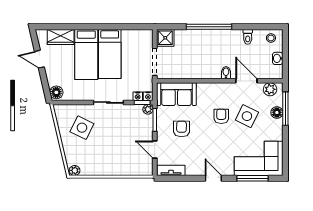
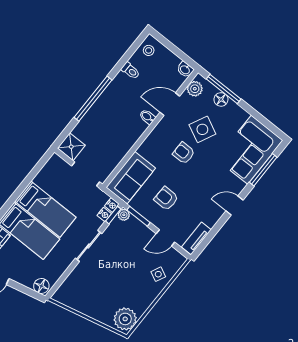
washbasin: (278, 58) -> (185, 70), moved
side table: (82, 128) -> (158, 274), moved, width x0.54, depth x0.54
plant: (75, 170) -> (125, 319), width x1.87, depth x1.87

